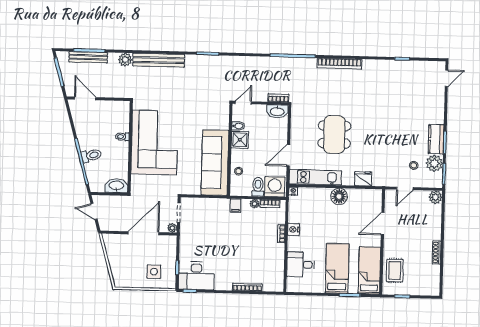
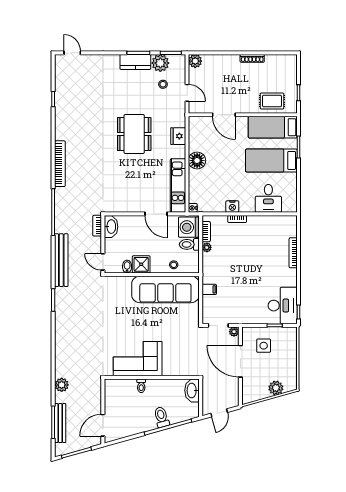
bench: (159, 60) -> (61, 260), moved
dining table: (334, 135) -> (134, 134), moved, turned 90
corner sofa: (154, 143) -> (138, 359), width x0.73, depth x0.74
filing cabinet: (236, 205) -> (209, 289), moved
plant: (117, 267) -> (276, 388), added
side table: (154, 272) -> (264, 346), moved

